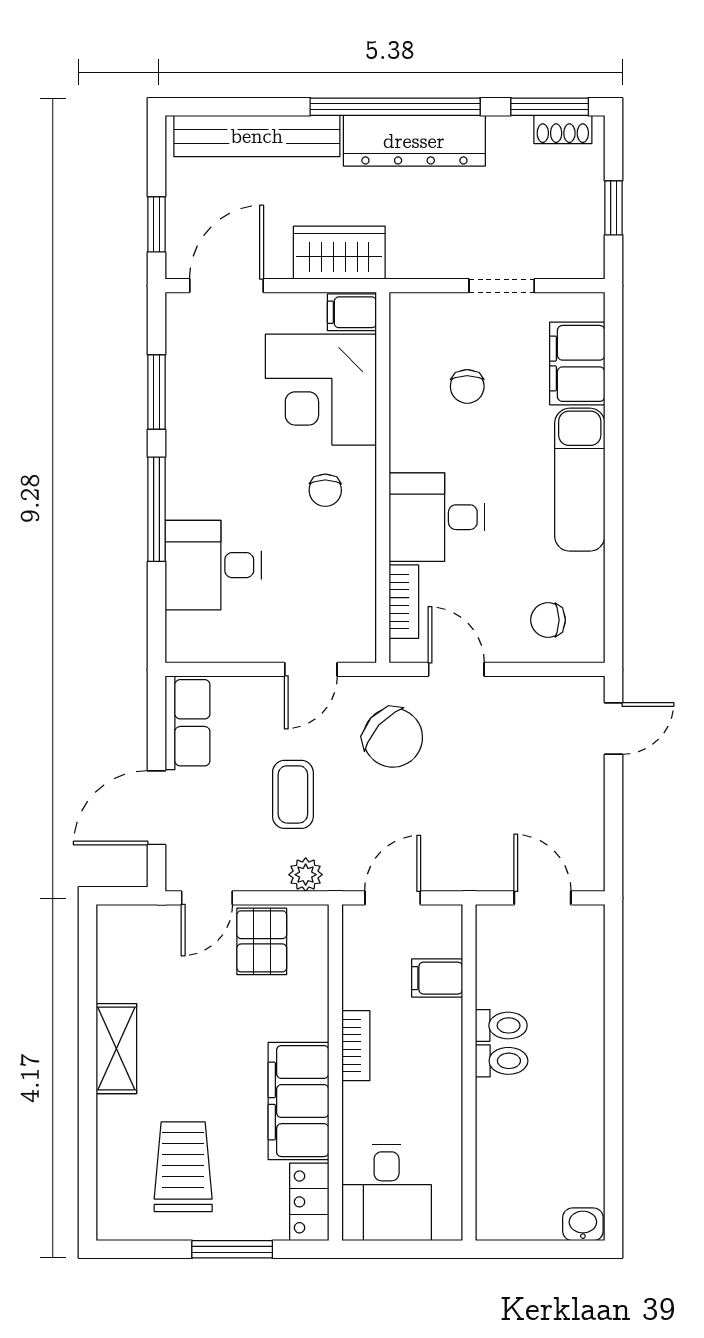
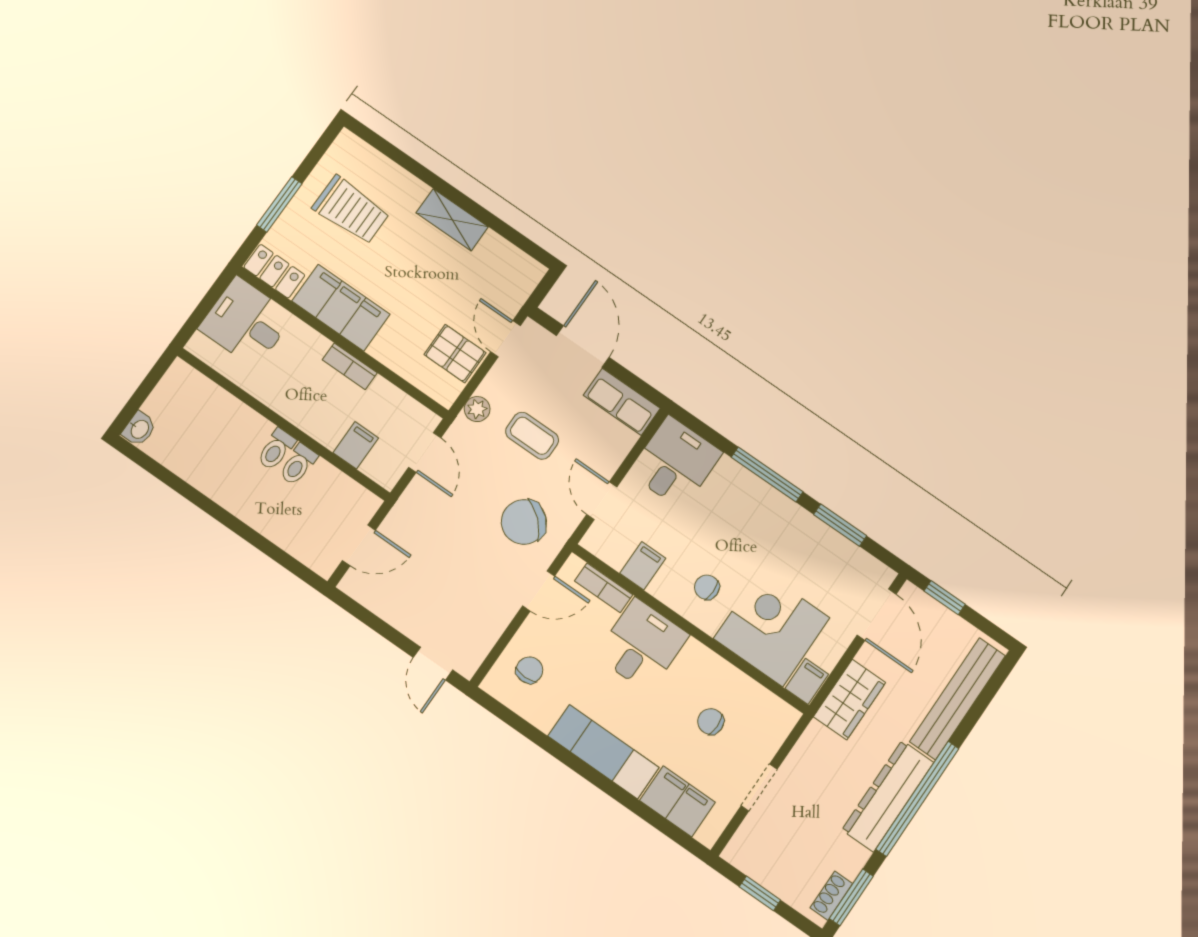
desk: (213, 565) -> (675, 463), moved
filing cabinet: (350, 576) -> (643, 566), added

